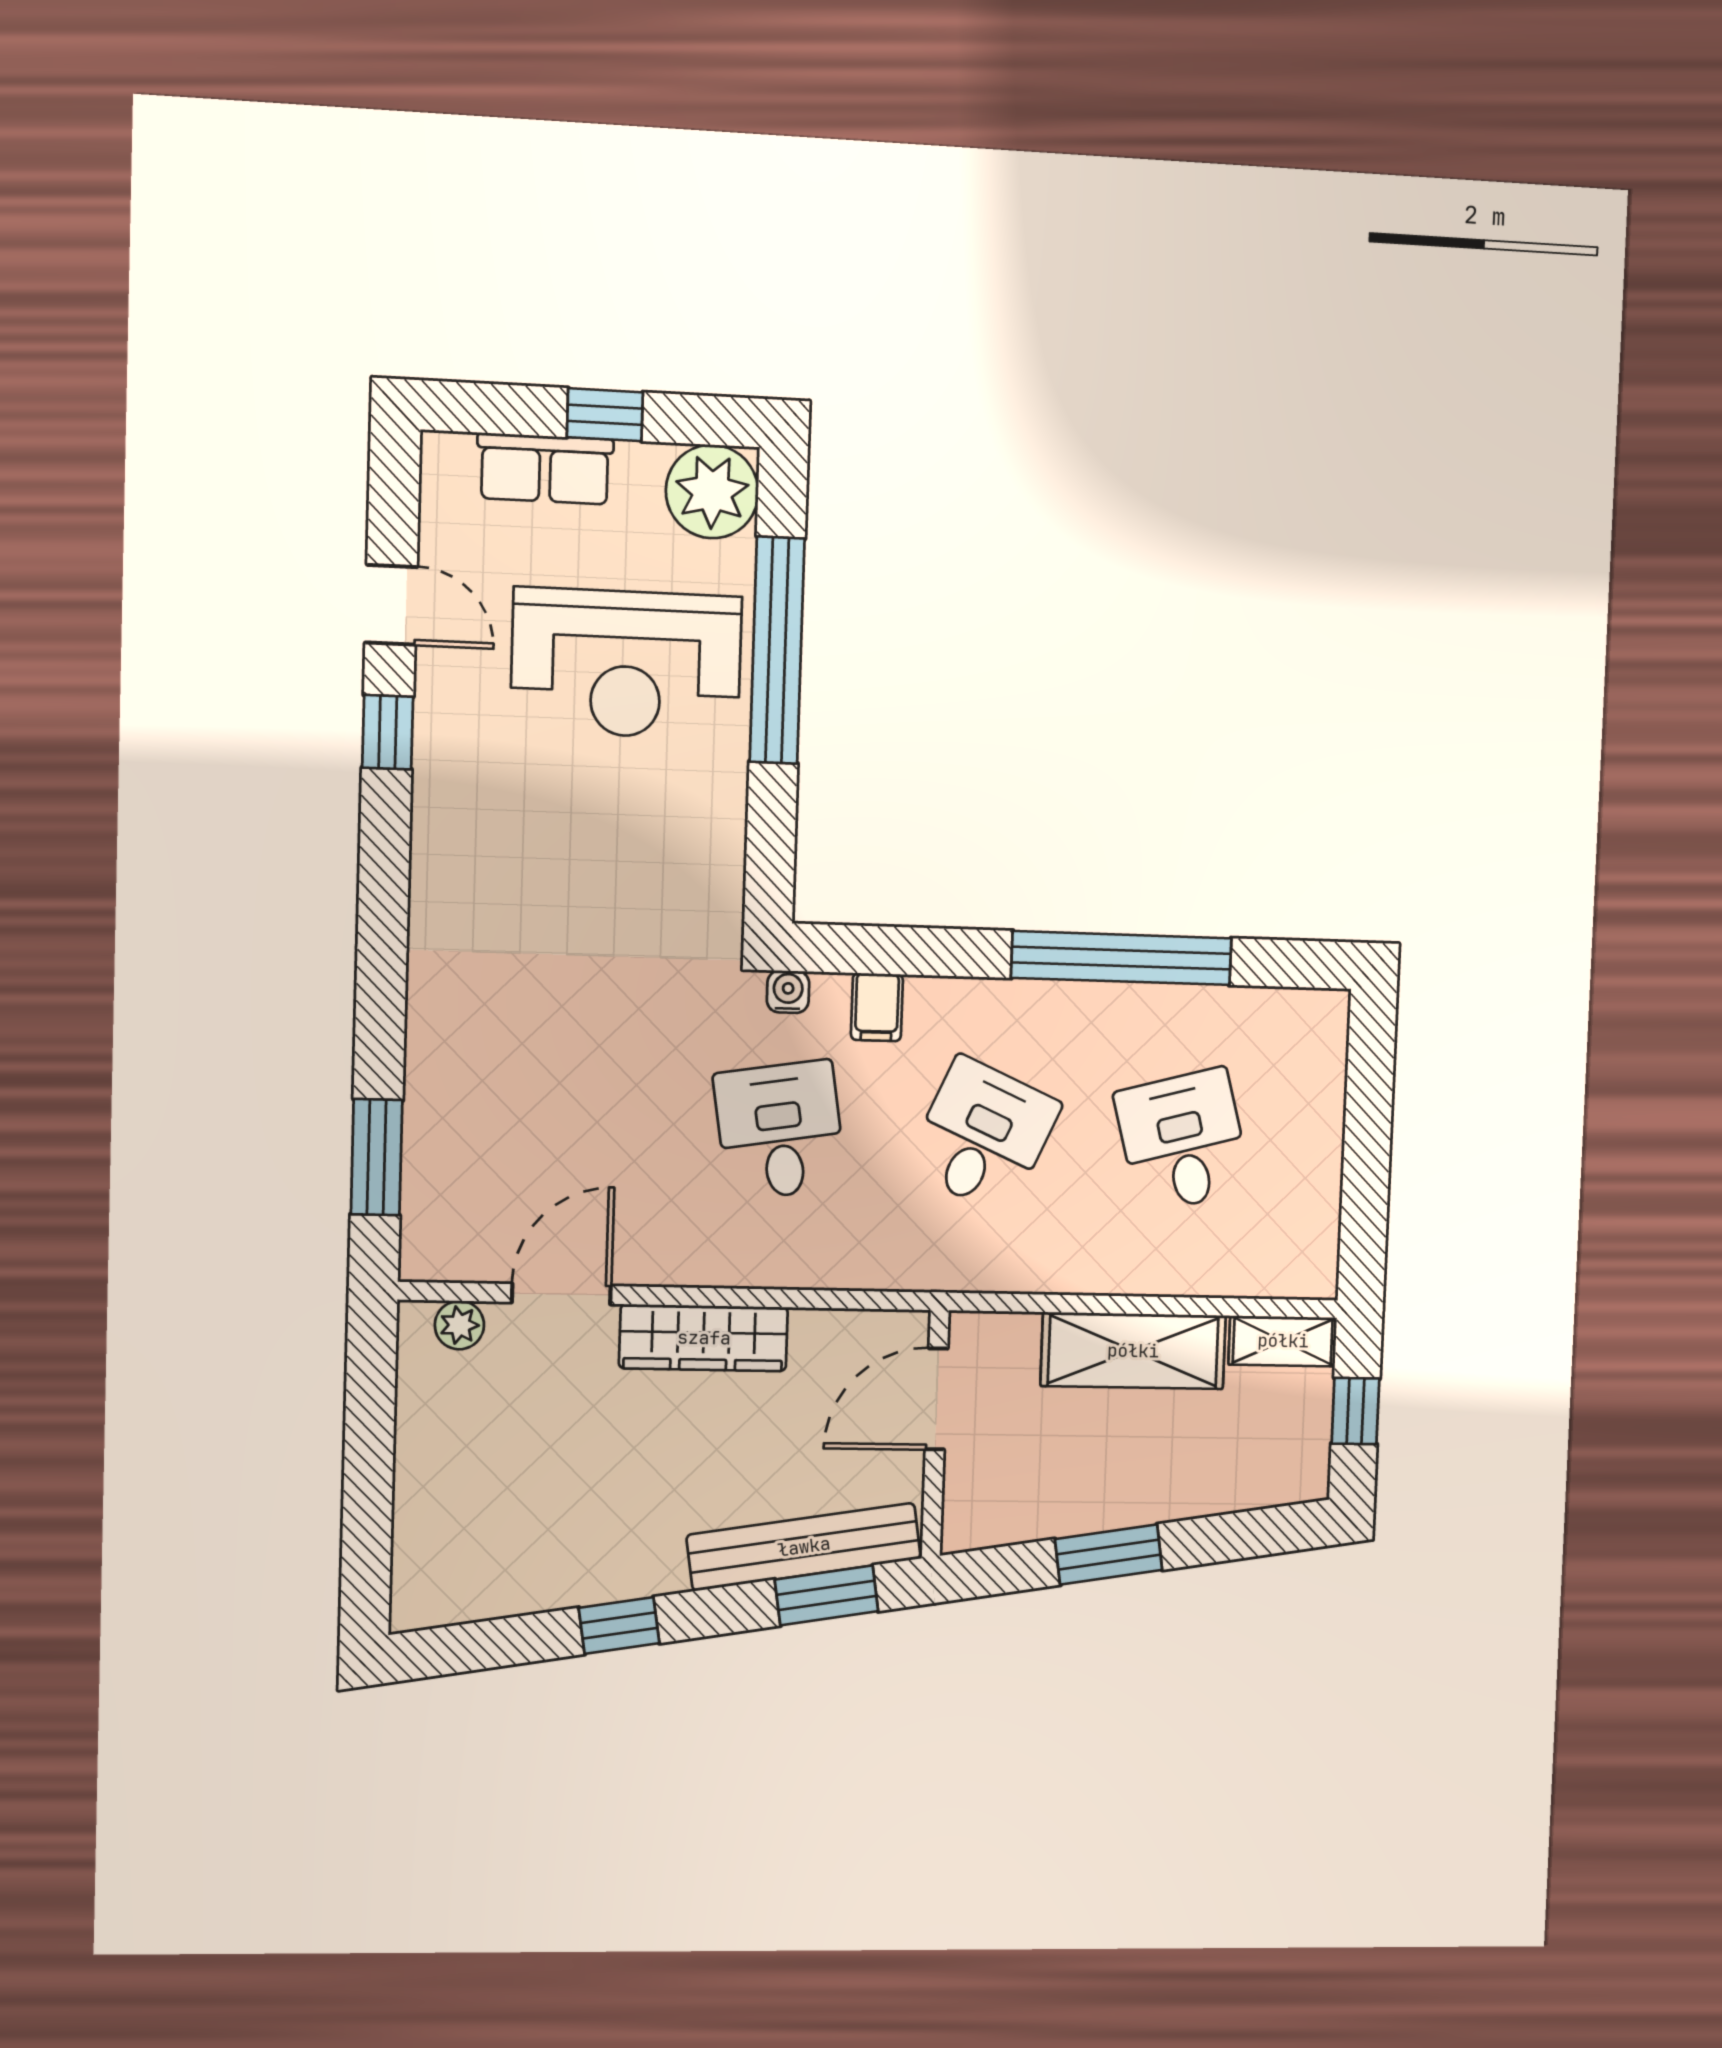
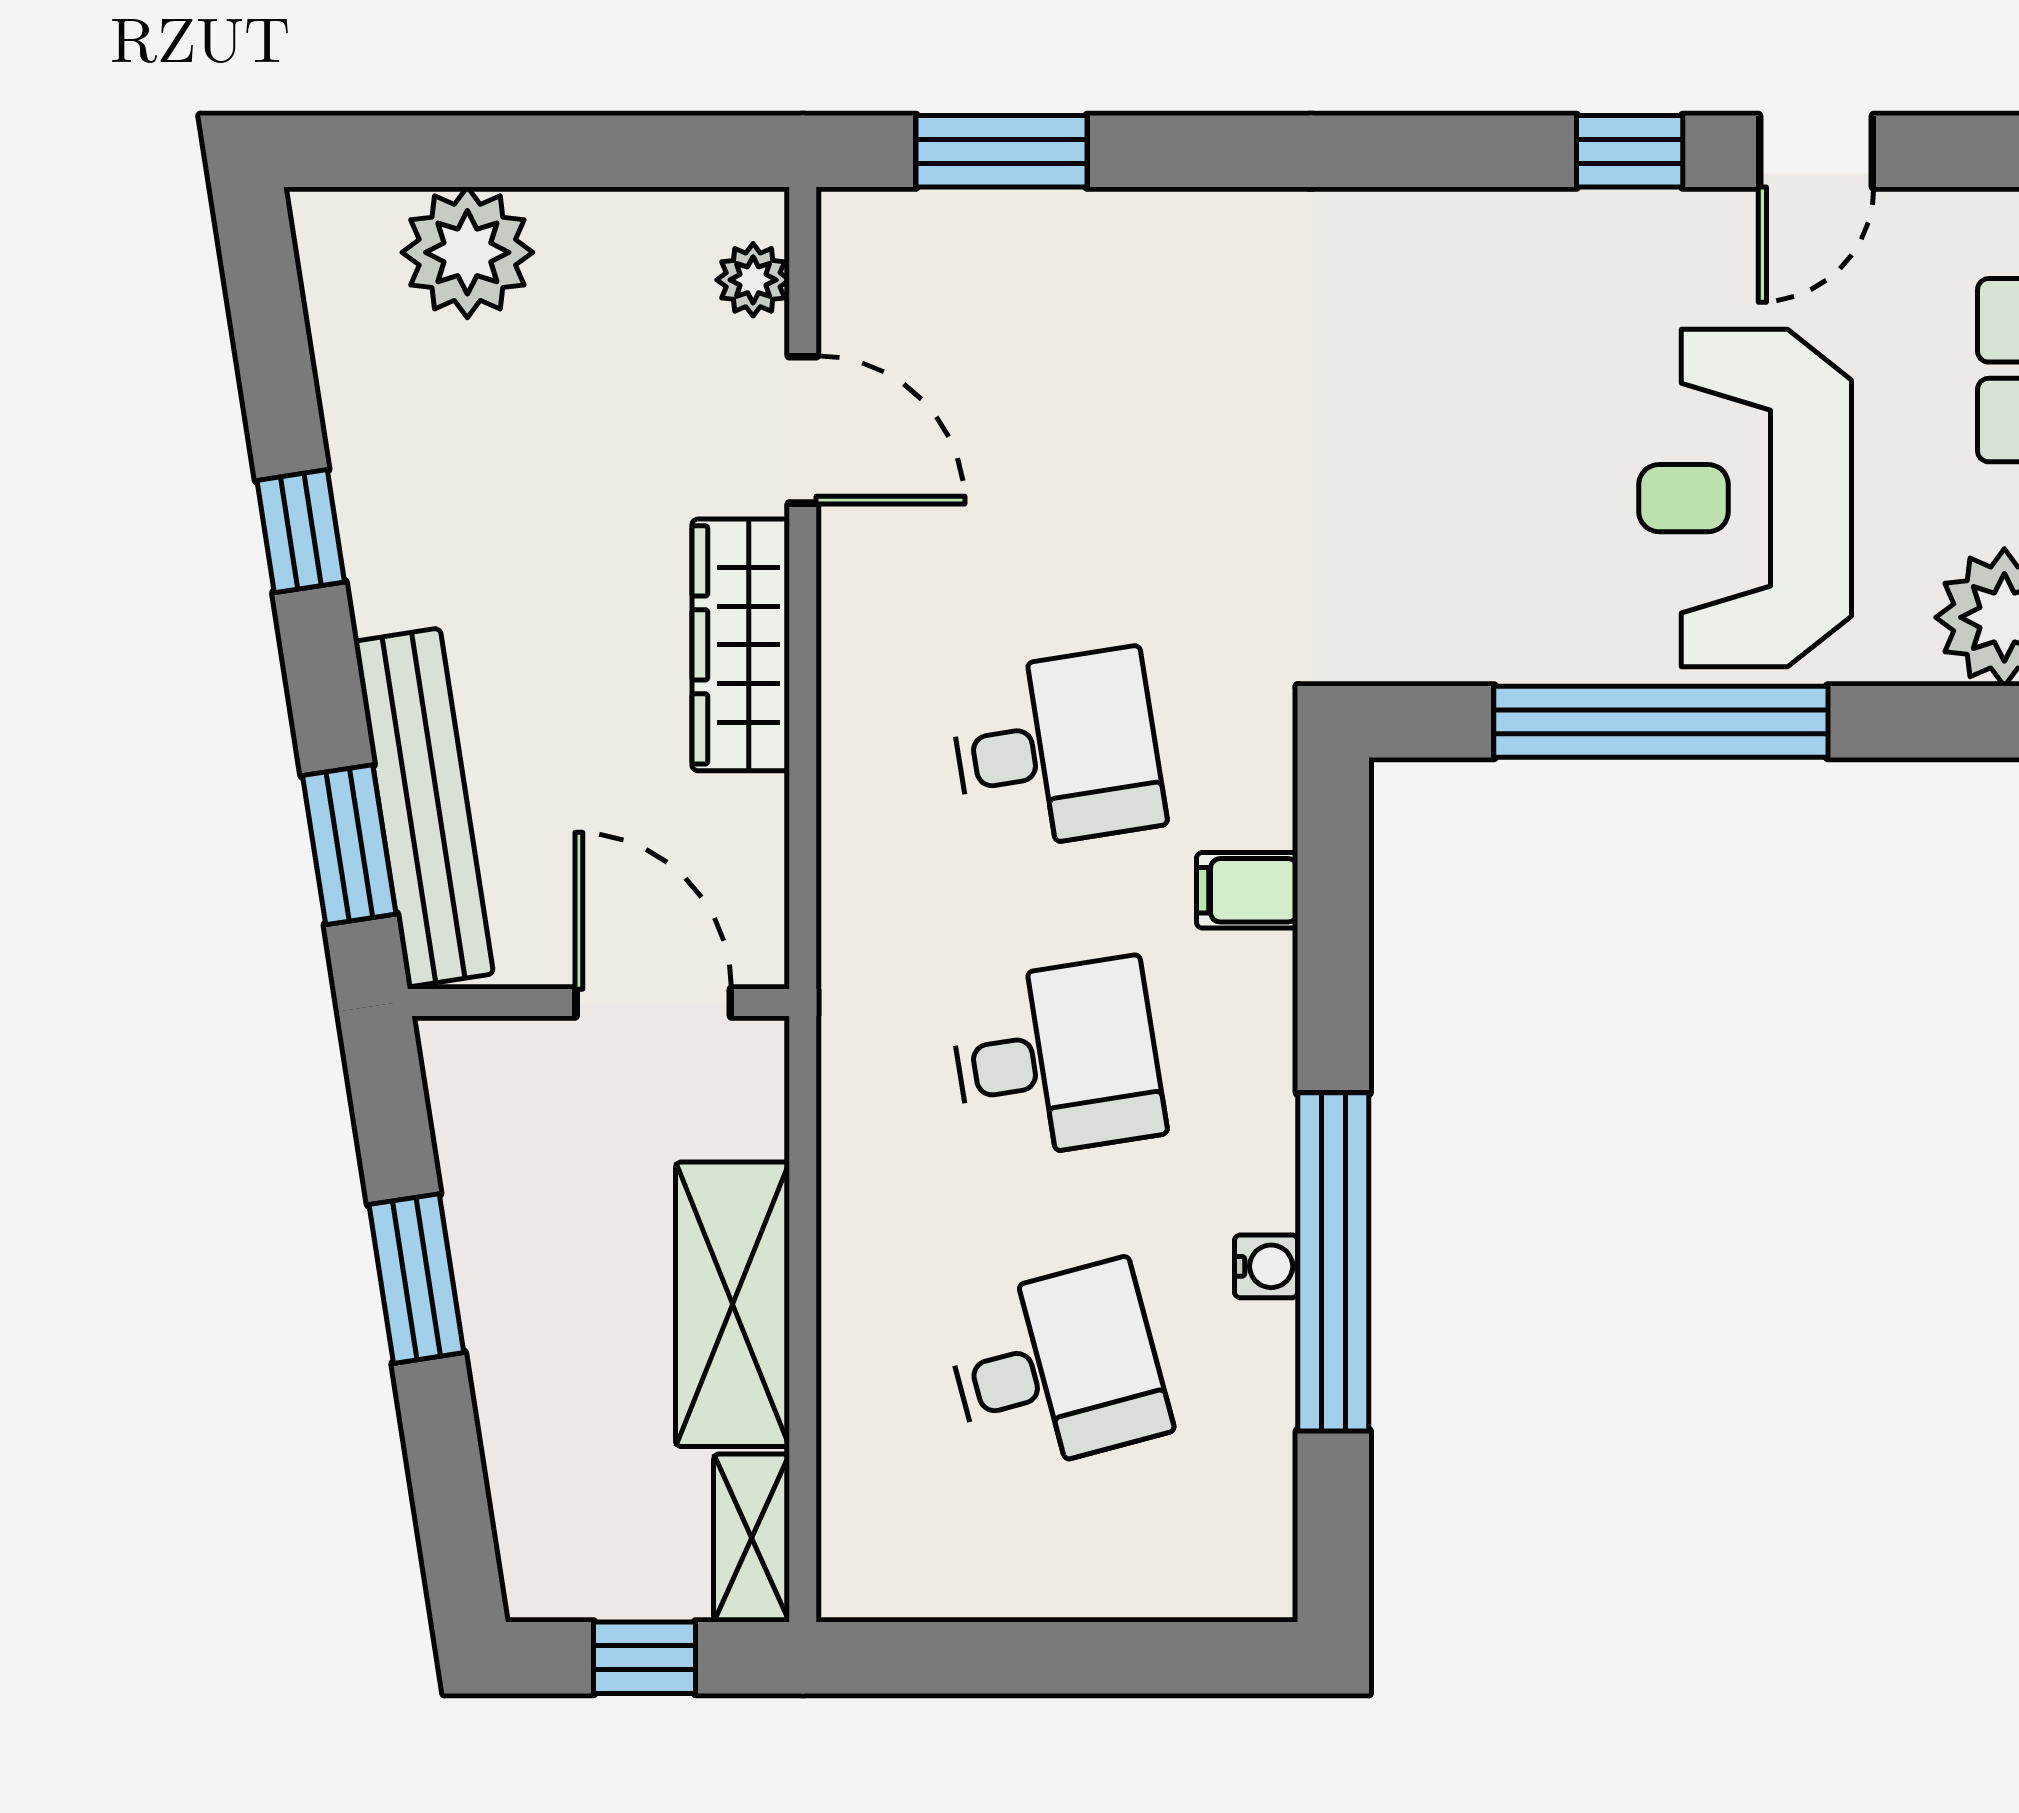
window: (777, 650) -> (1661, 722), moved
water cooler: (788, 992) -> (1266, 1266), moved
desk: (983, 1136) -> (1057, 1059), turned -33
plant: (436, 1514) -> (467, 252), added

